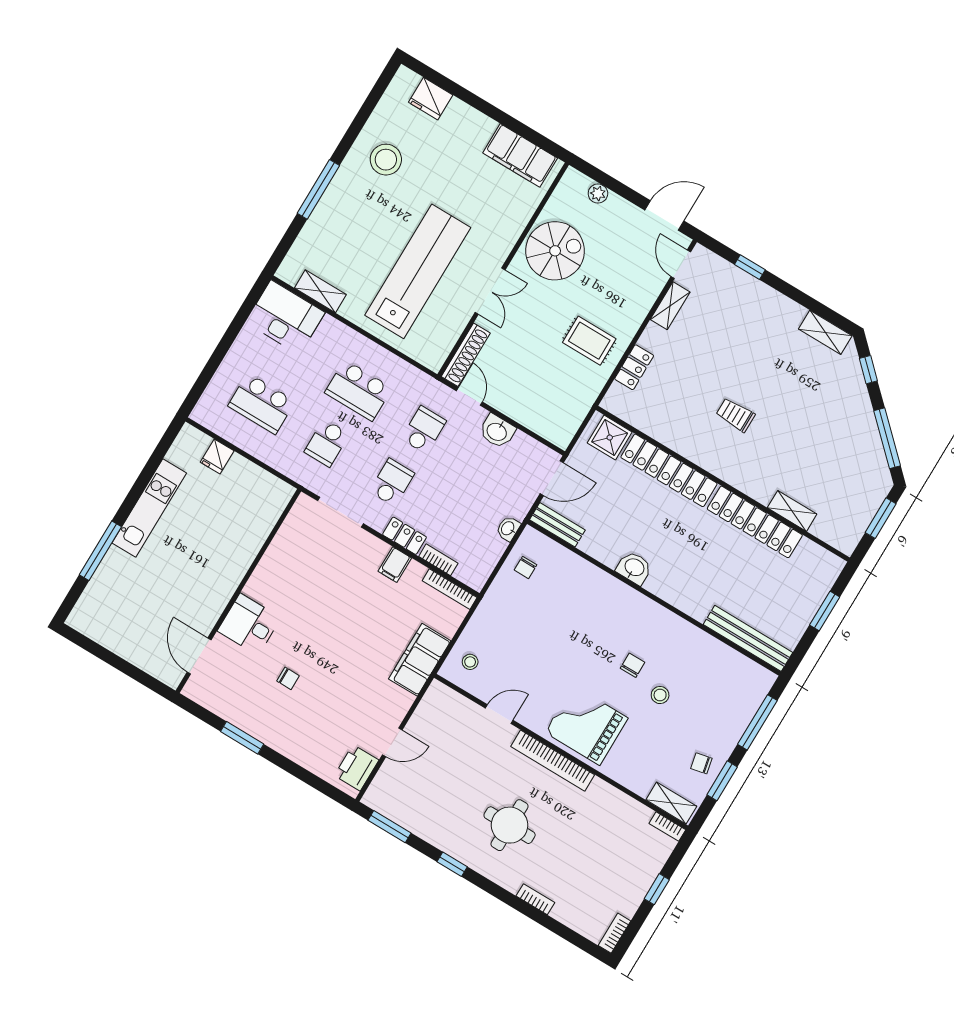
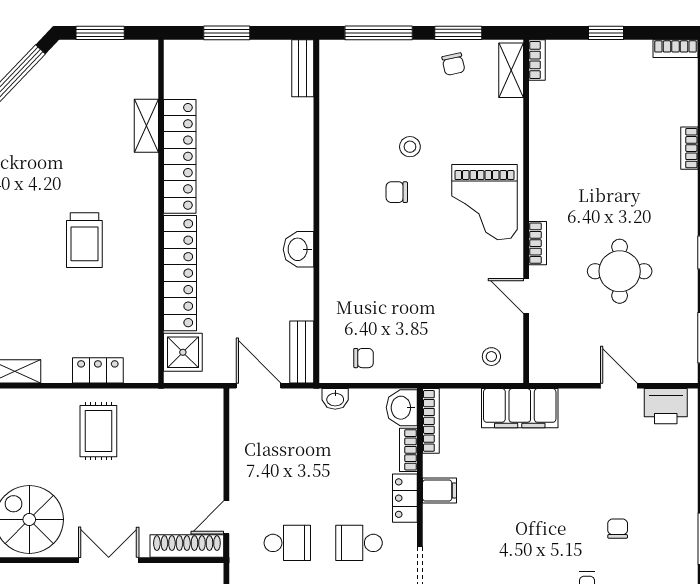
trolley: (735, 415) -> (84, 240), width x1.36, depth x1.39
school desk: (424, 430) -> (287, 543), turned 180
washbasin: (497, 431) -> (402, 408), moved, turned 180
bench: (748, 638) -> (303, 68), width x0.54, depth x0.82
bookcase: (553, 761) -> (538, 243), width x0.43, depth x0.76
round table: (510, 825) -> (620, 271), moved

